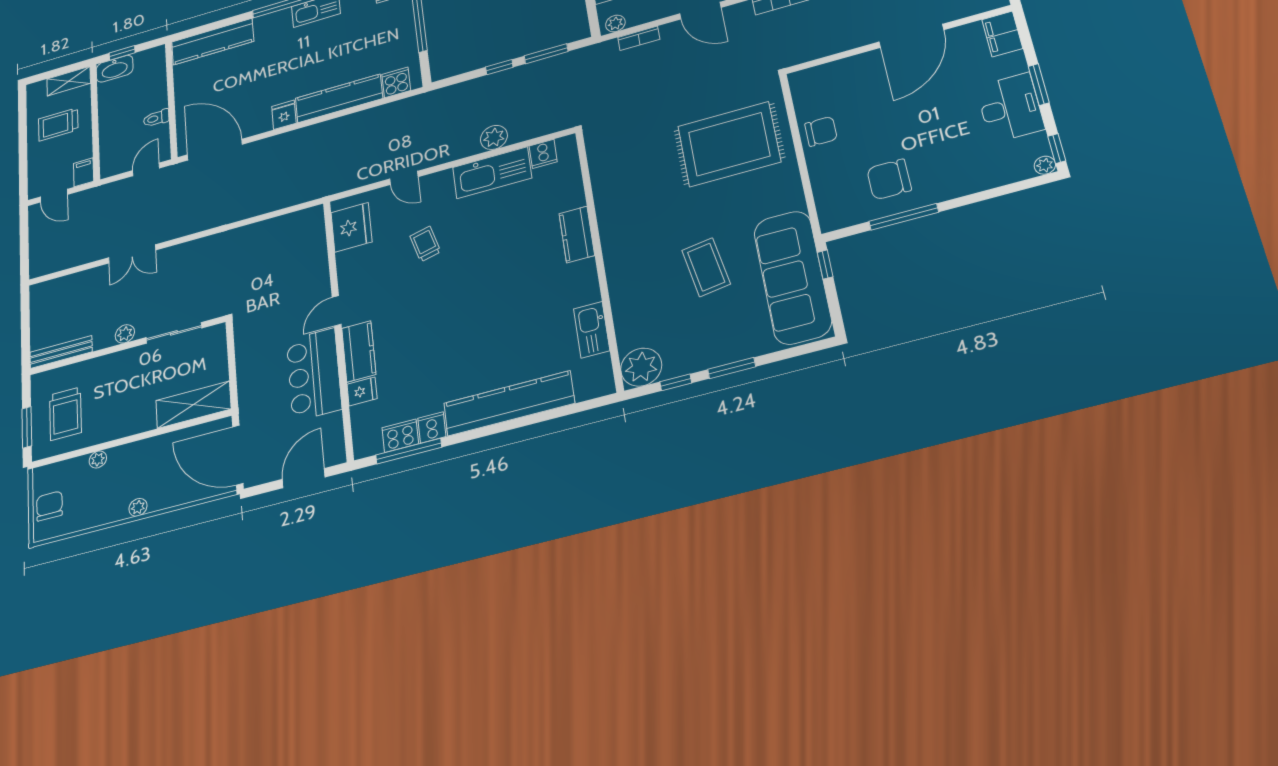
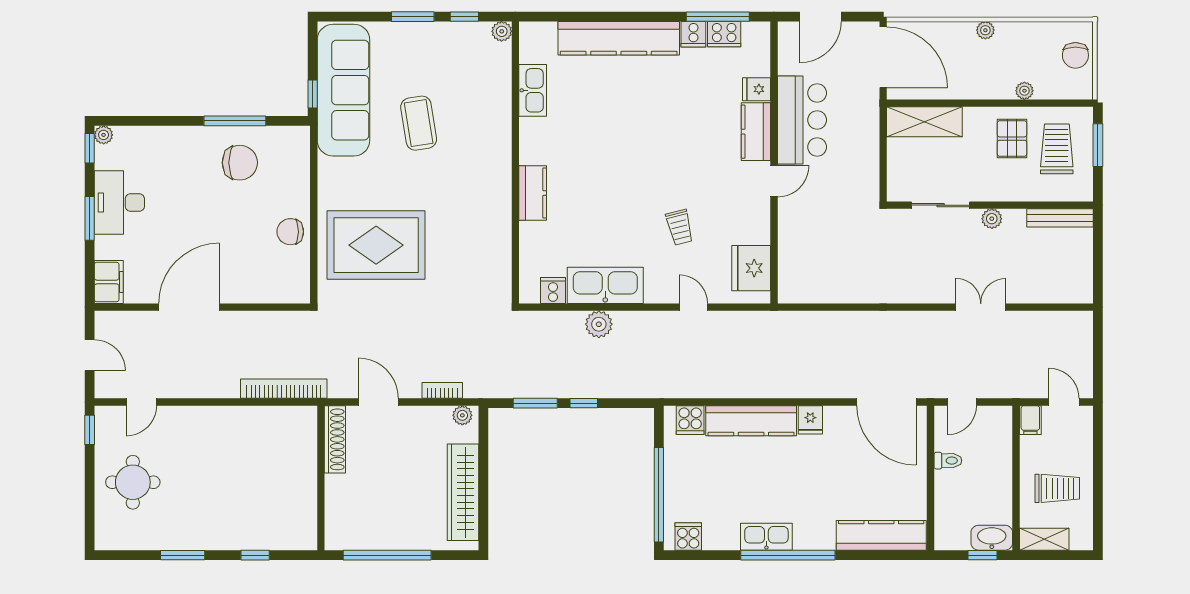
plant: (641, 367) -> (502, 31), width x0.53, depth x0.53
pallet: (108, 412) -> (1012, 139), added

